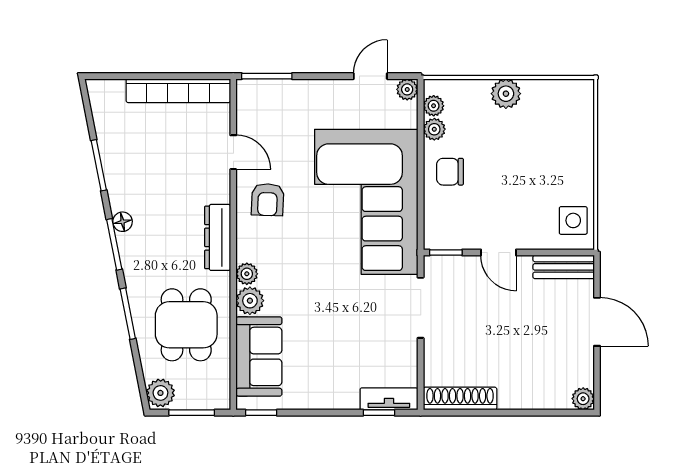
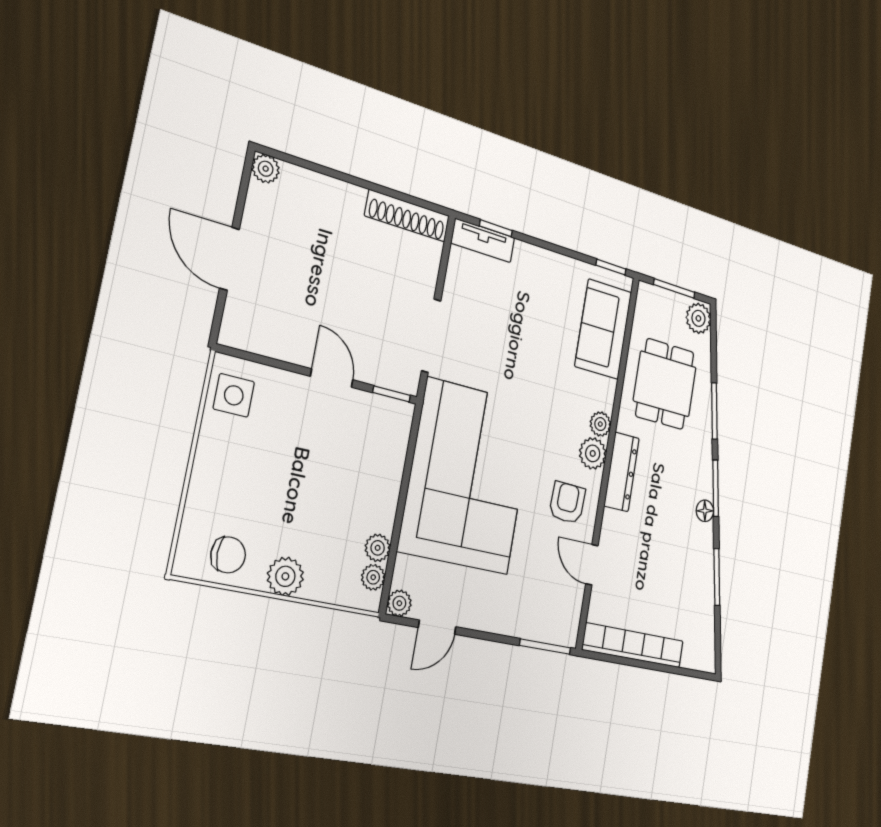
chair: (450, 172) -> (228, 555), moved
bench: (564, 267) -> (257, 339), removed
plant: (250, 301) -> (593, 453), moved

